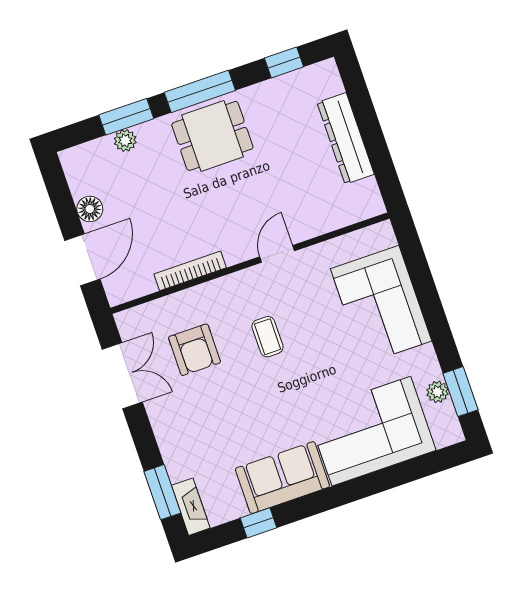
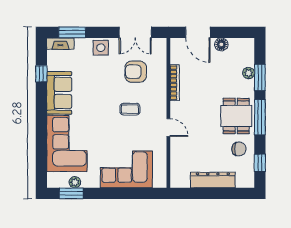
chair: (272, 110) -> (239, 149), added
side table: (172, 430) -> (101, 48), added

